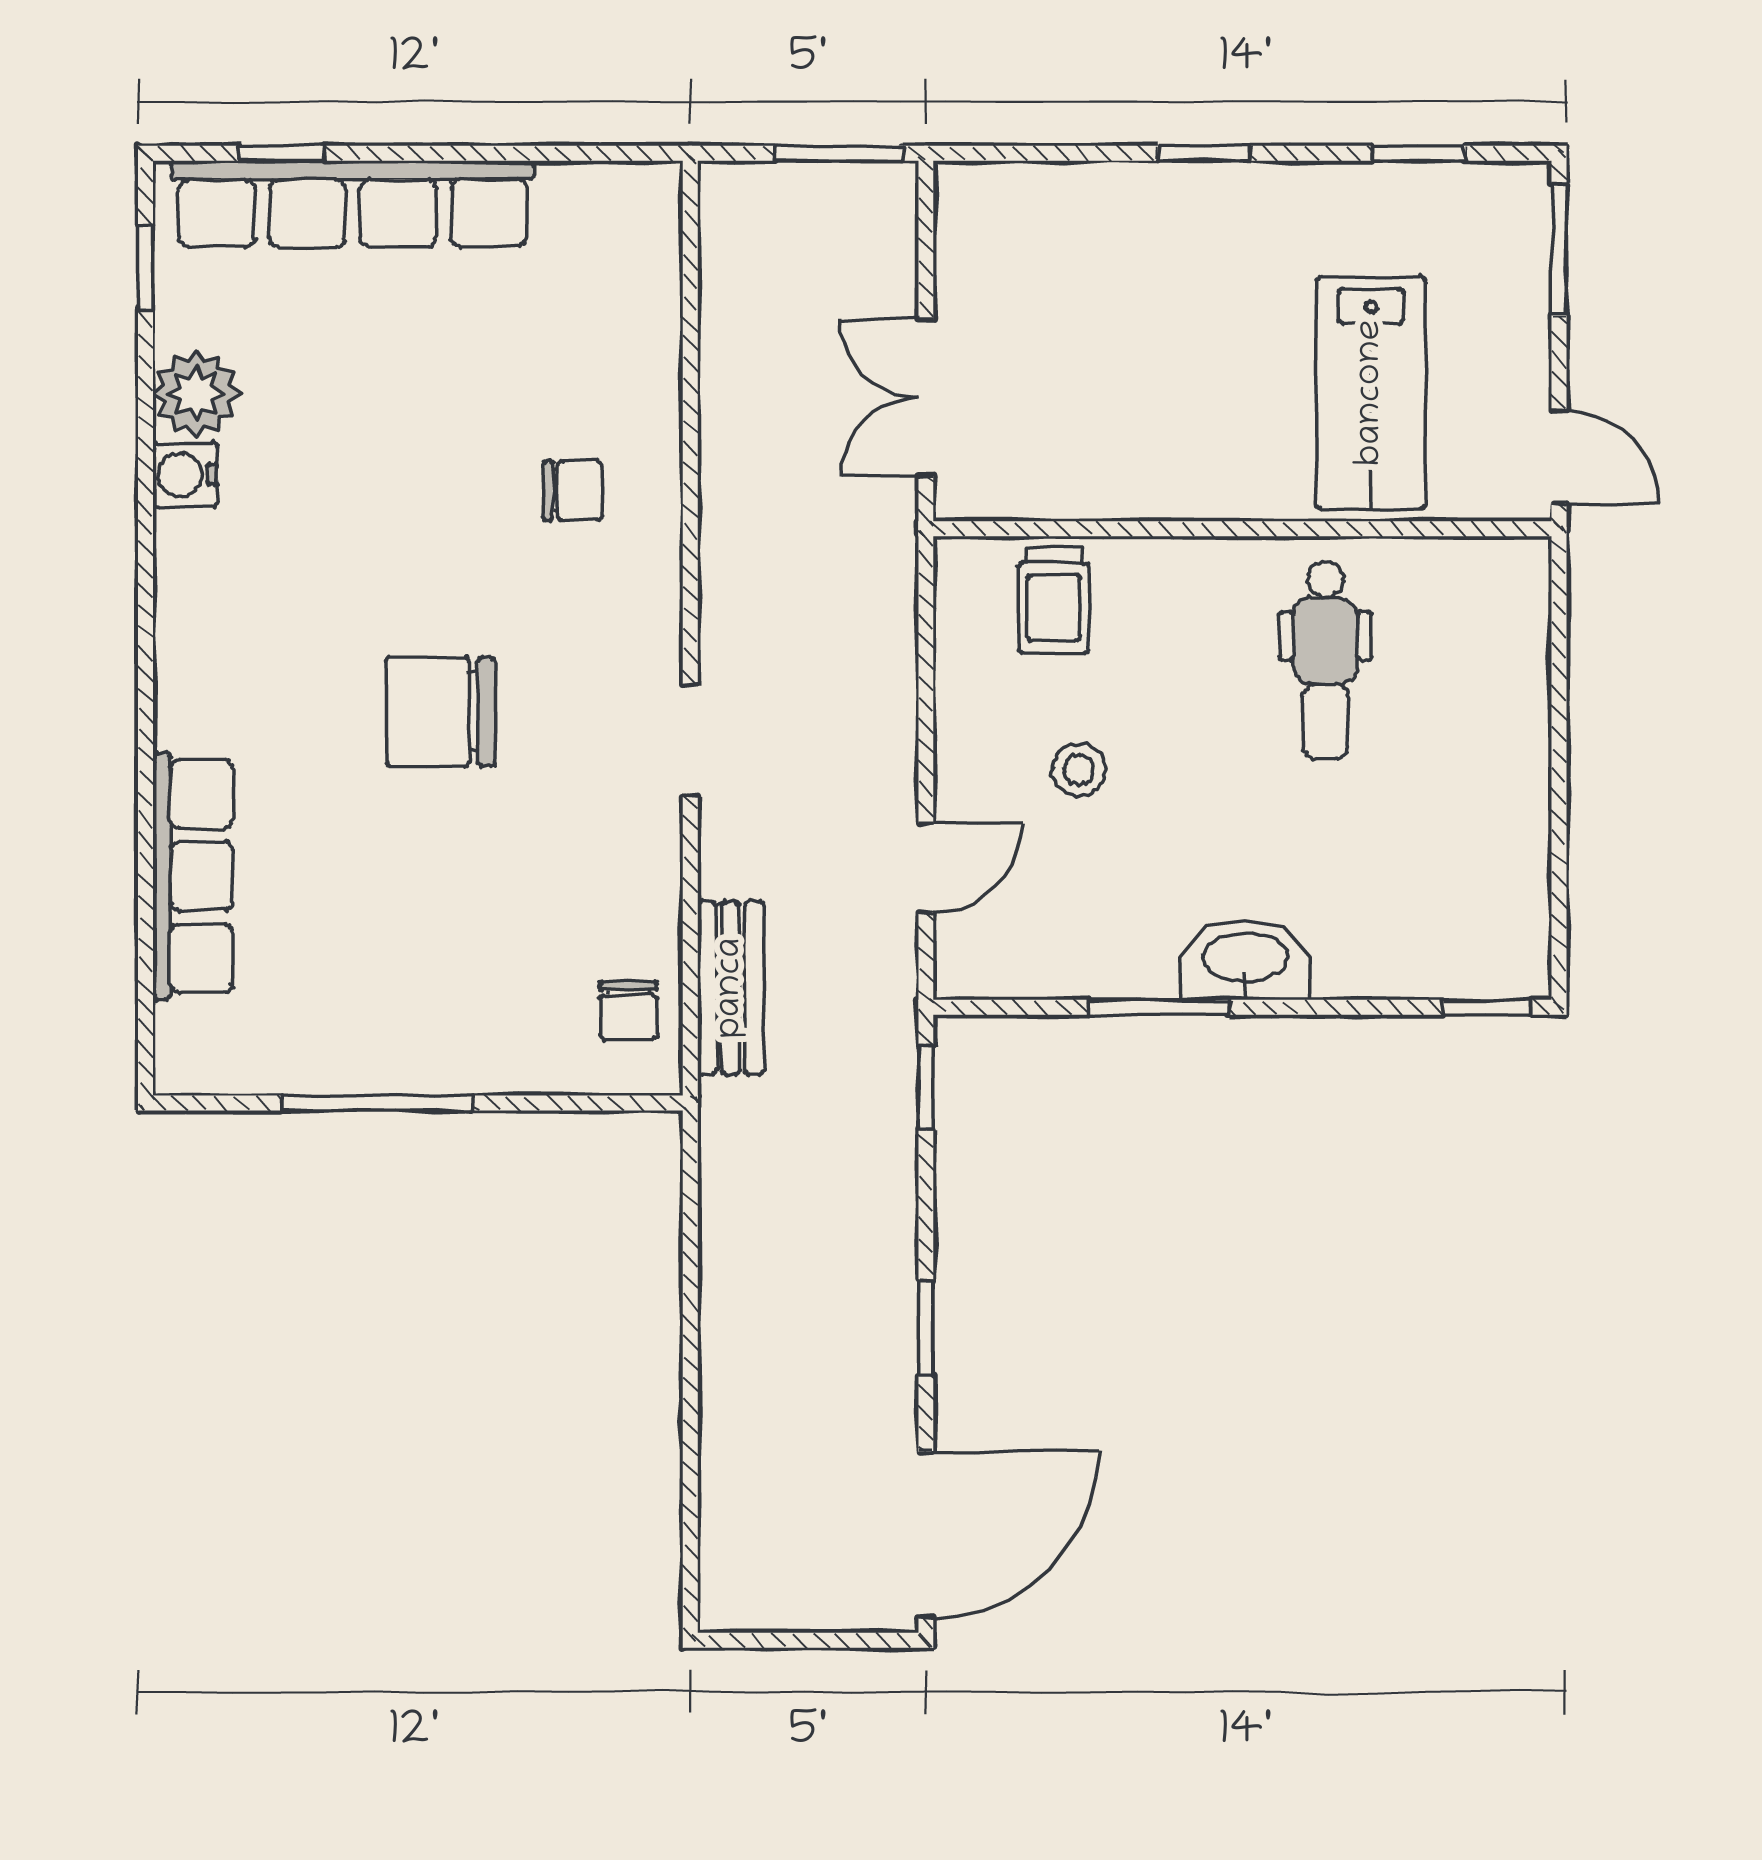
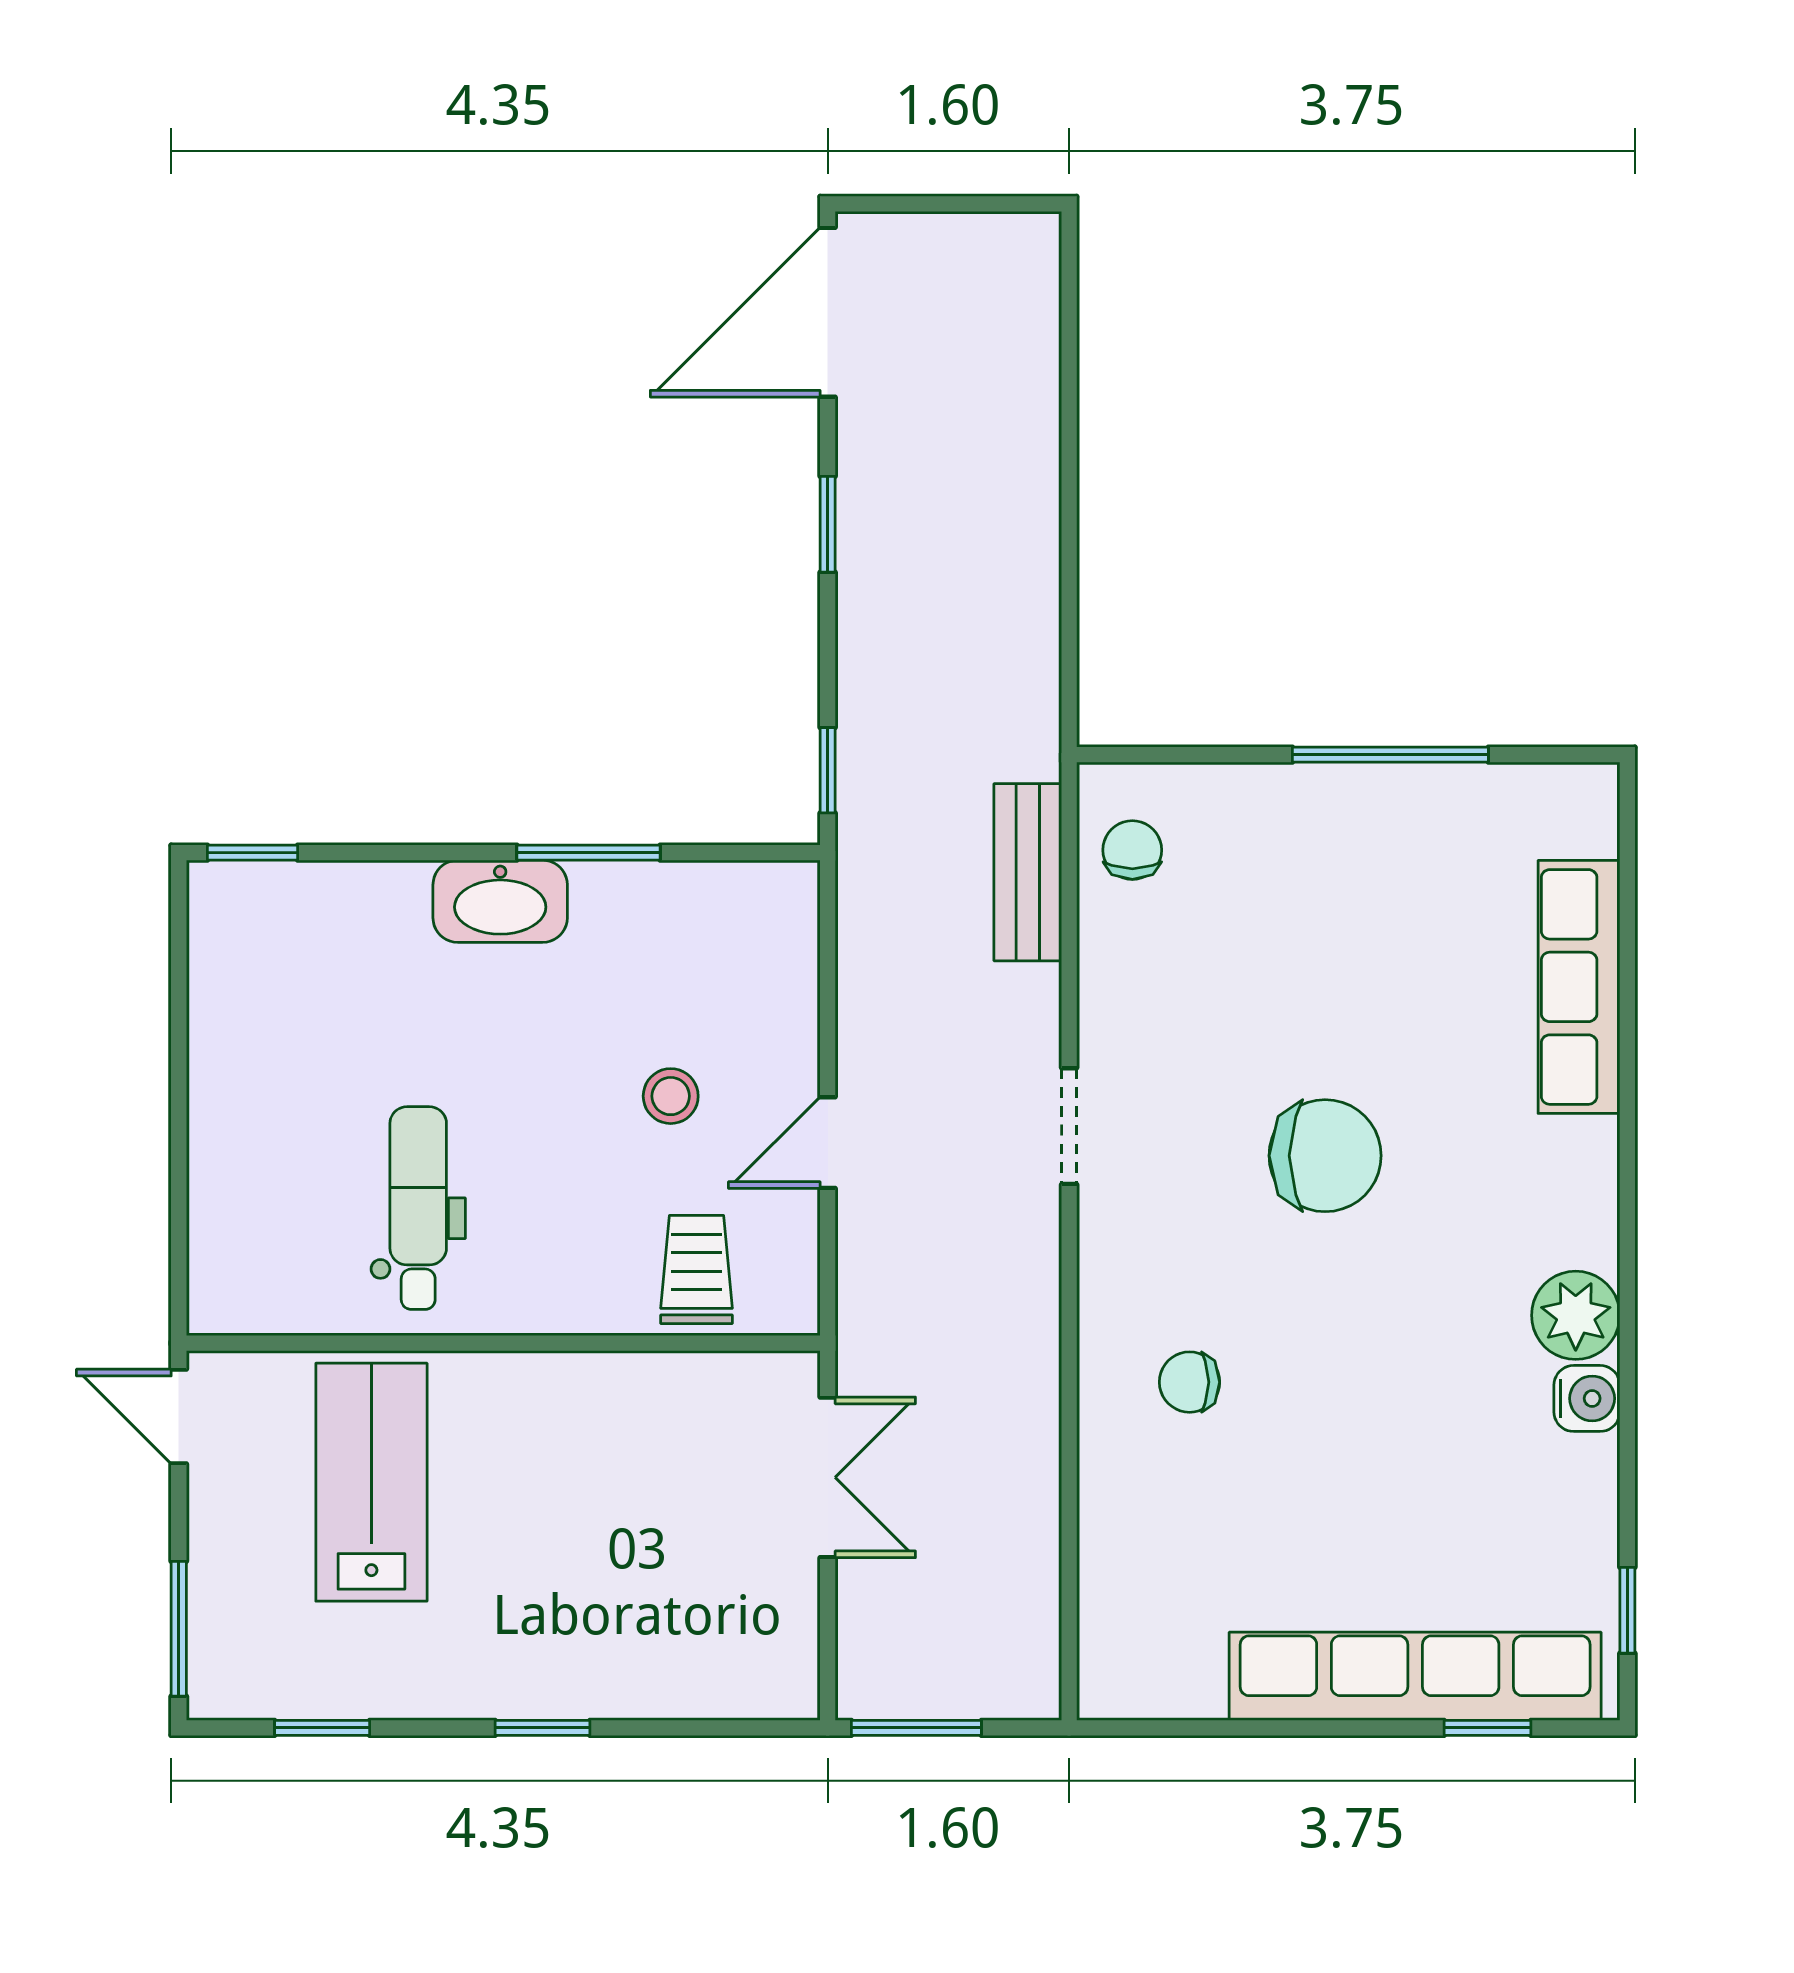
plant: (196, 394) -> (1576, 1315), moved
door: (926, 868) -> (828, 1143), moved

